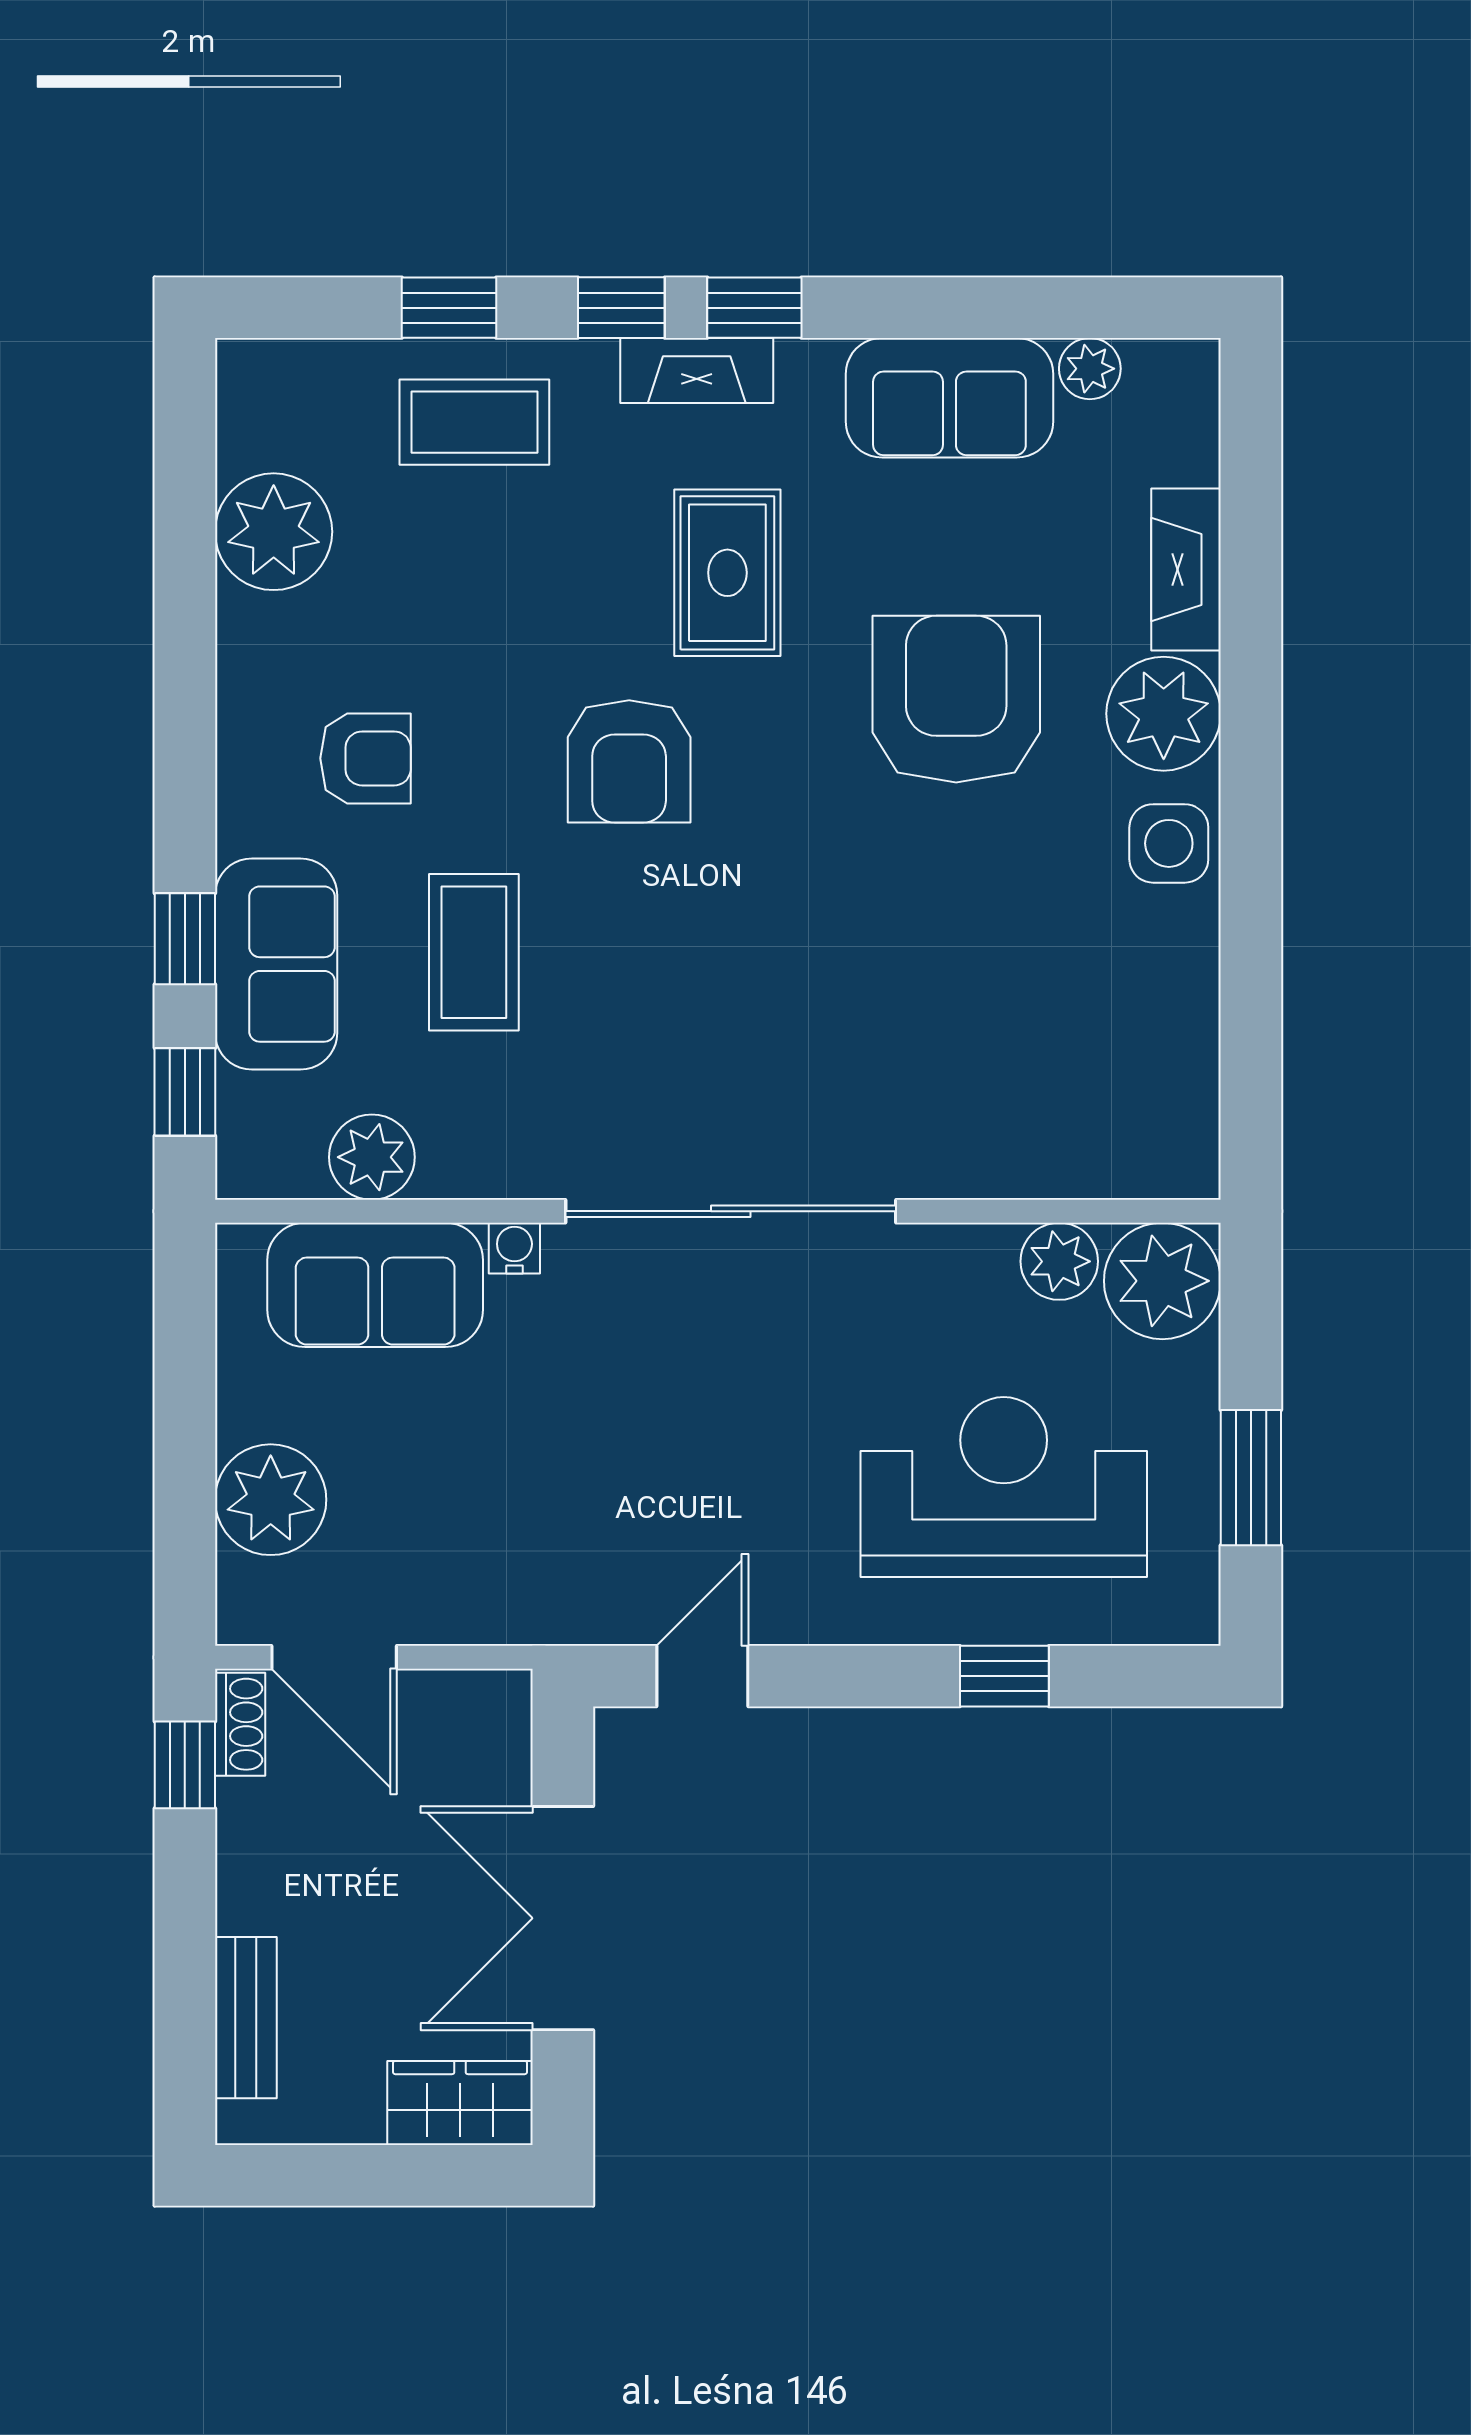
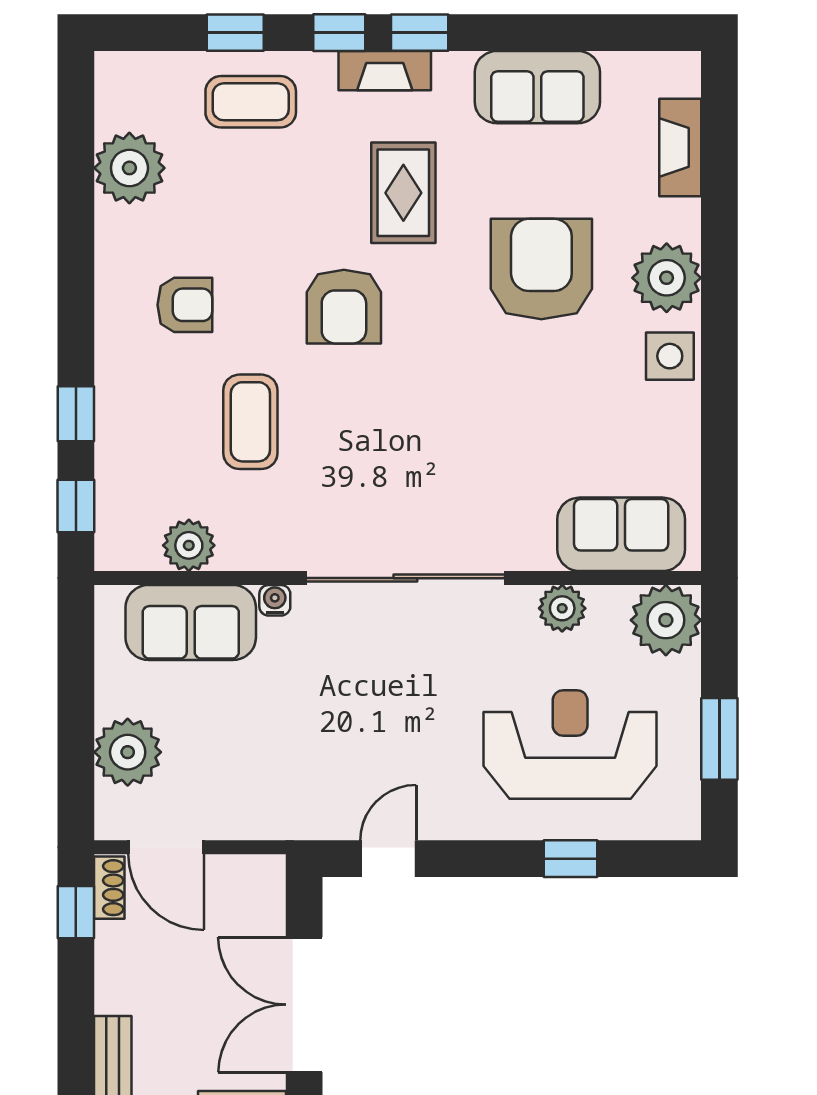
plant: (1090, 369) -> (622, 70), removed
fireplace: (1186, 569) -> (680, 147), moved
sofa: (276, 964) -> (621, 534), moved, turned -90
plant: (1059, 1261) -> (562, 608), moved

